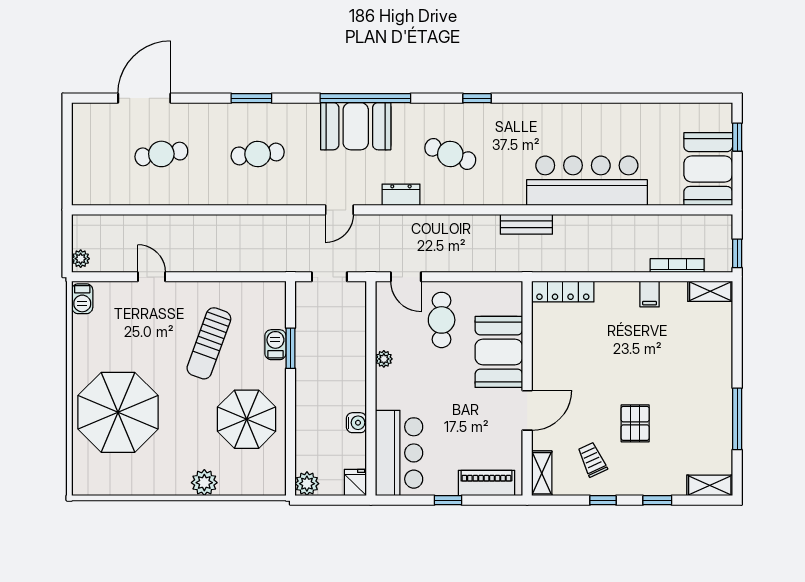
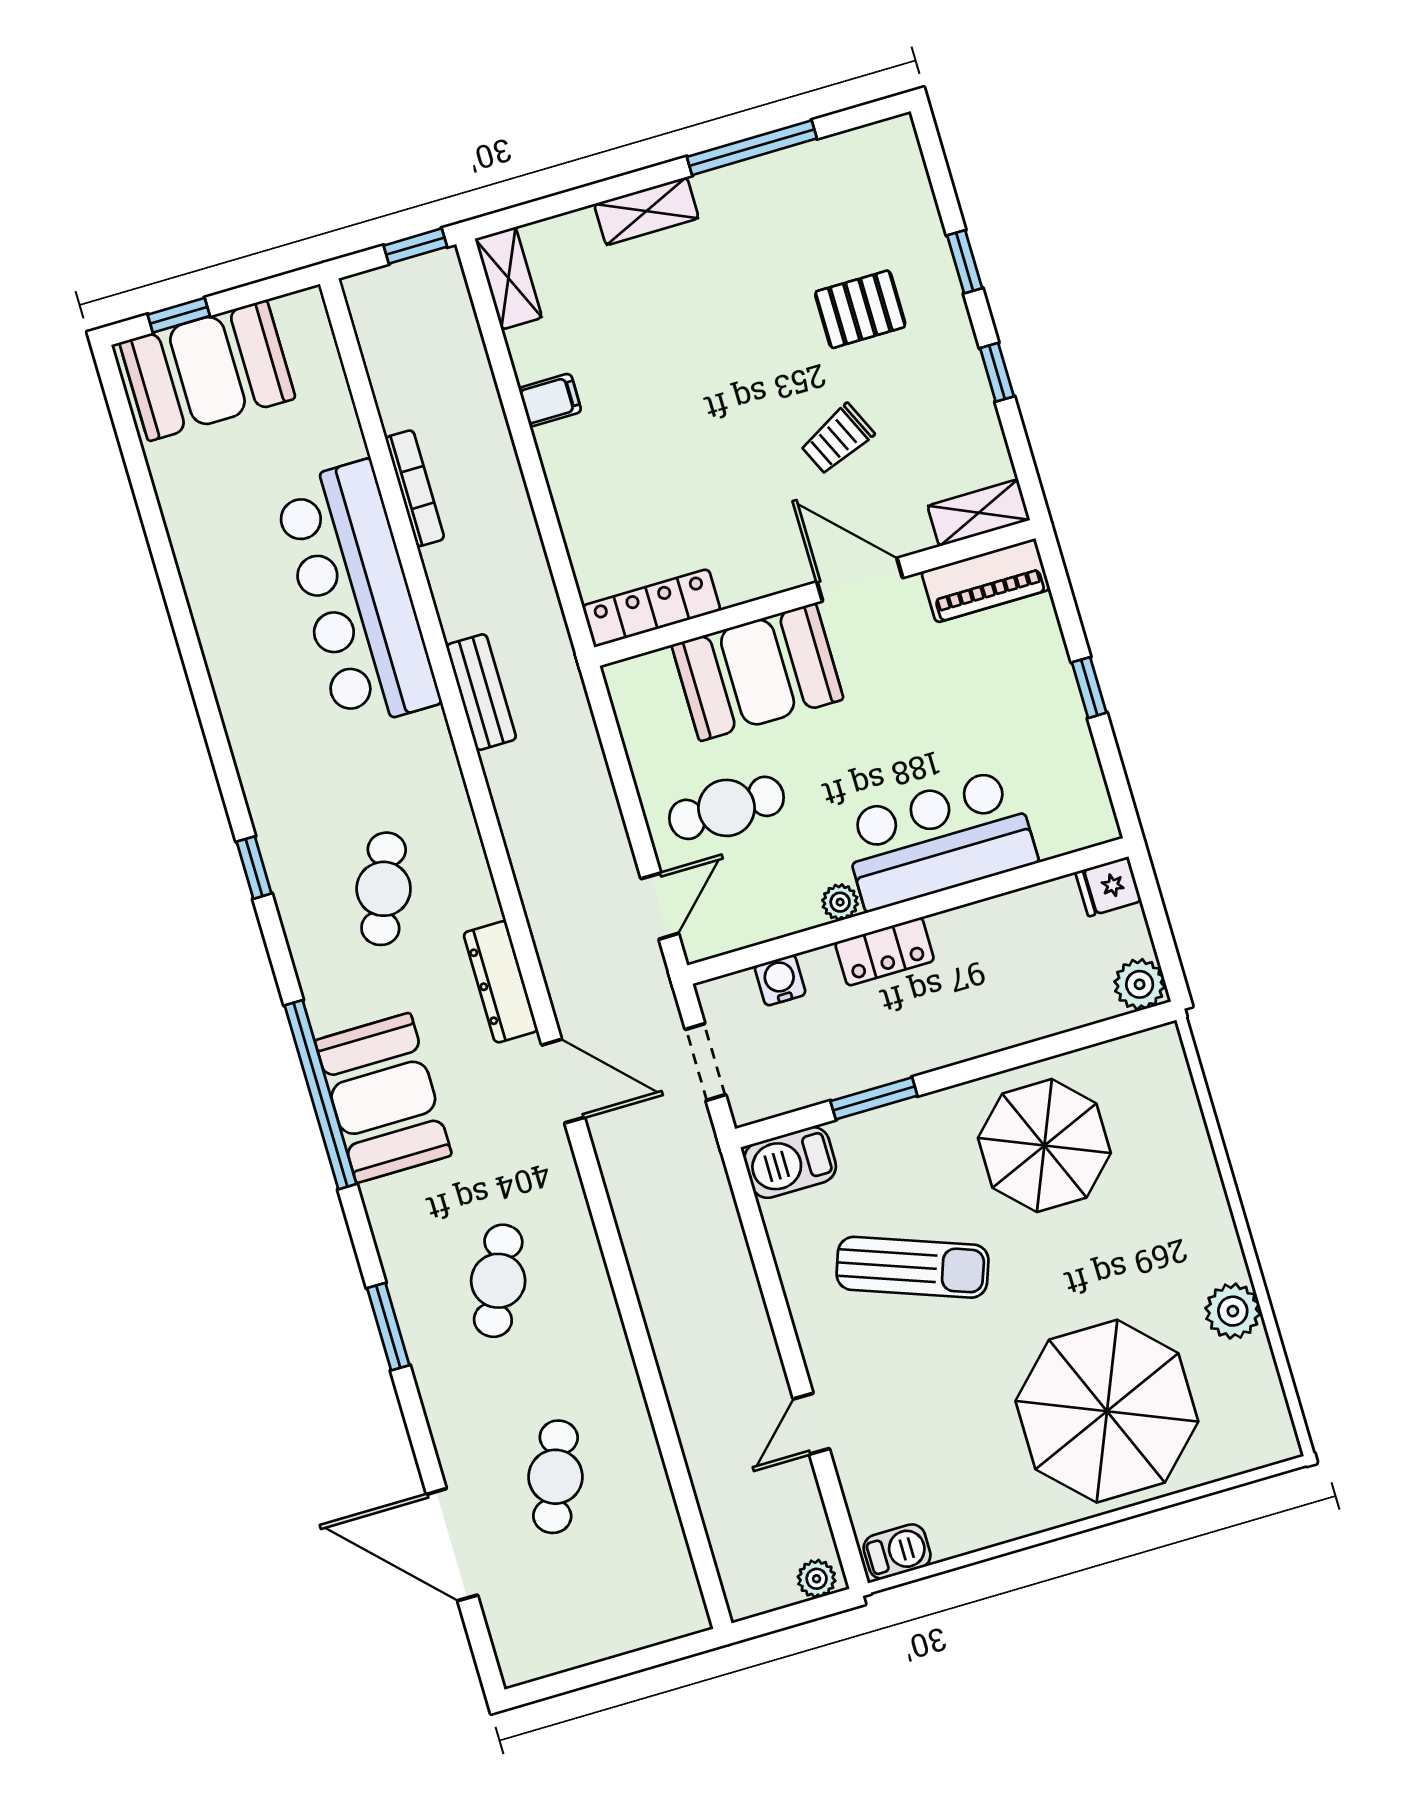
cafe table: (161, 154) -> (555, 1477), turned 30
cafe table: (258, 154) -> (498, 1281), turned 30
booth: (708, 169) -> (207, 371), moved
dresser: (401, 195) -> (501, 982), width x1.44
door: (339, 210) -> (563, 1081), width x1.38
bookcase: (677, 265) -> (415, 488), moved, turned 180
locker: (563, 292) -> (651, 608), moved, turned -90
barbecue: (275, 345) -> (790, 1162), moved, width x1.38, depth x1.27
locker: (356, 372) -> (885, 952), added
water cooler: (356, 423) -> (780, 980), moved
pallet: (635, 423) -> (860, 309), moved
bar counter: (399, 453) -> (939, 840), moved
trolley: (592, 460) -> (837, 439), moved
plant: (204, 483) -> (1233, 1311), moved
piano: (486, 483) -> (986, 581), moved, turned -90
shelving: (710, 485) -> (646, 211), moved, turned 90

